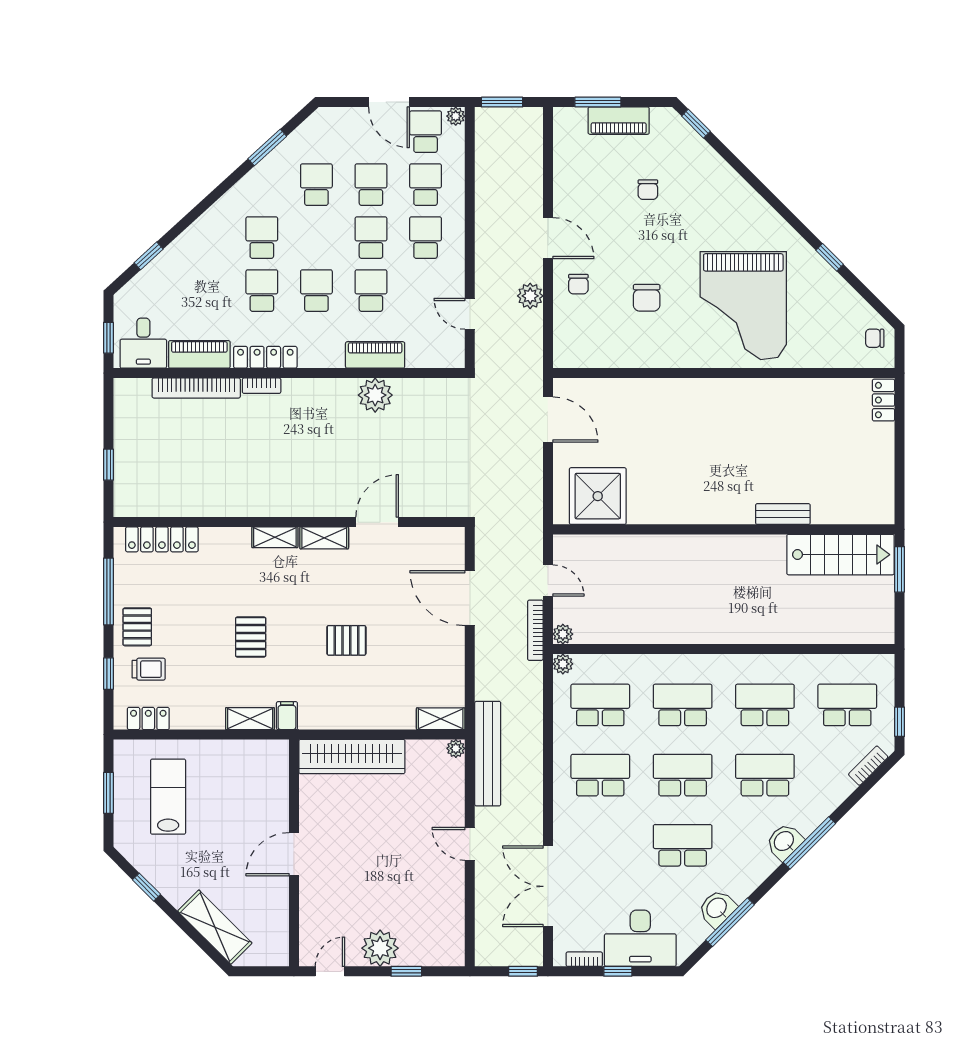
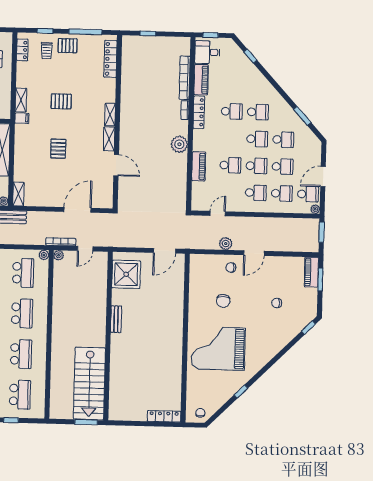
piano: (619, 121) -> (311, 272), moved
school desk: (316, 291) -> (257, 139), moved
chair: (647, 298) -> (223, 301), turned -87
plant: (375, 395) -> (179, 144), moved
locker: (884, 400) -> (164, 416), width x1.53
bench: (783, 514) -> (116, 319), moved
stairs: (840, 555) -> (89, 383), width x1.36, depth x1.51

